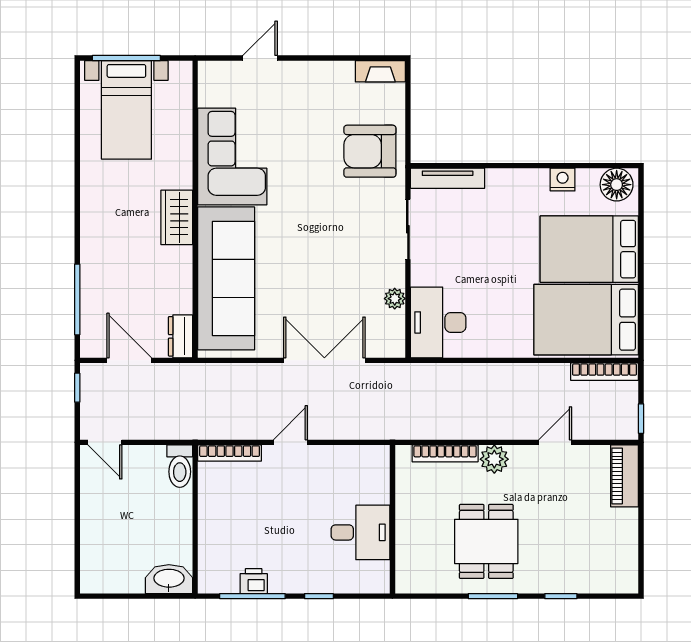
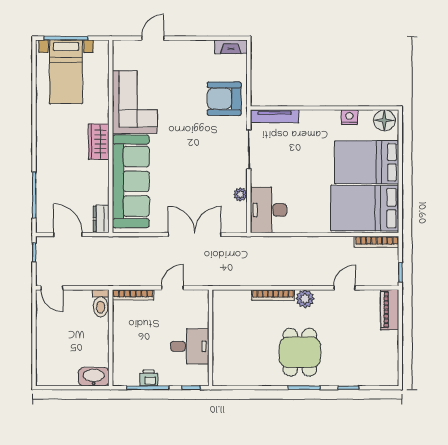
wall: (392, 519) -> (211, 338), moved
desk: (361, 532) -> (190, 346), moved

